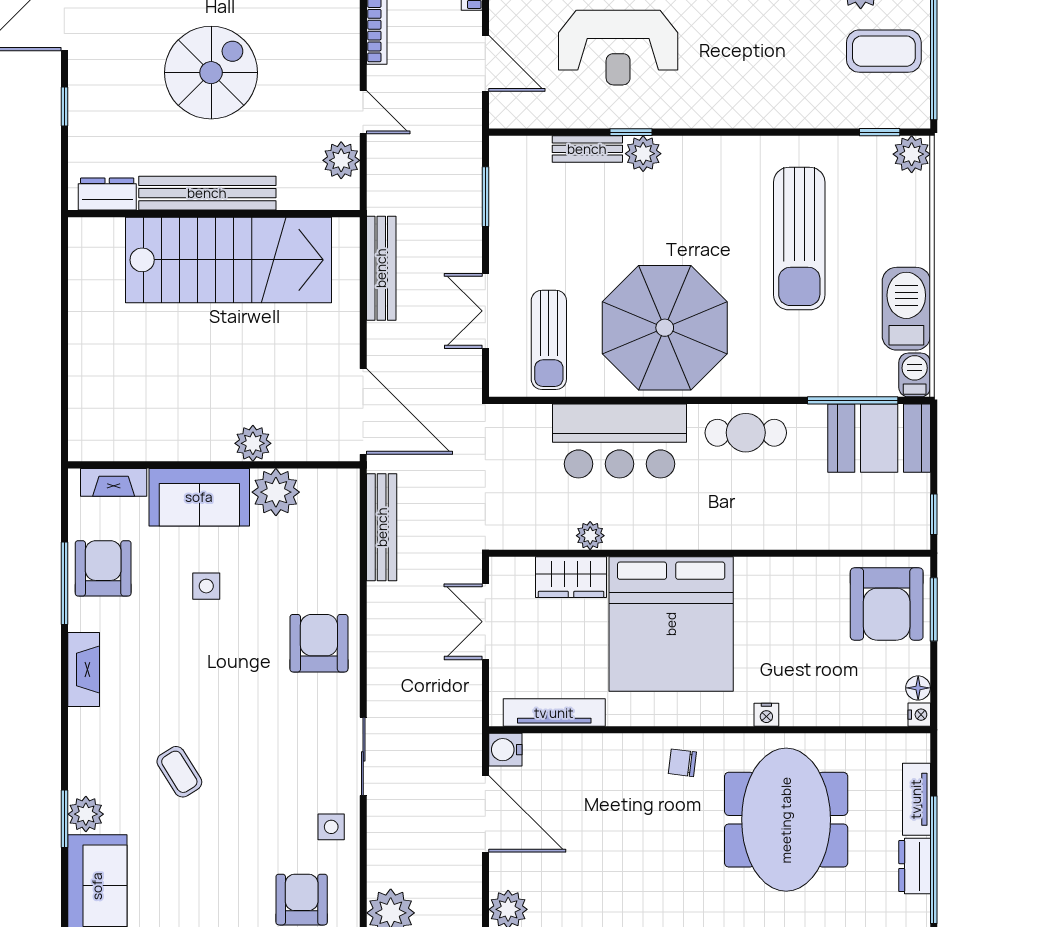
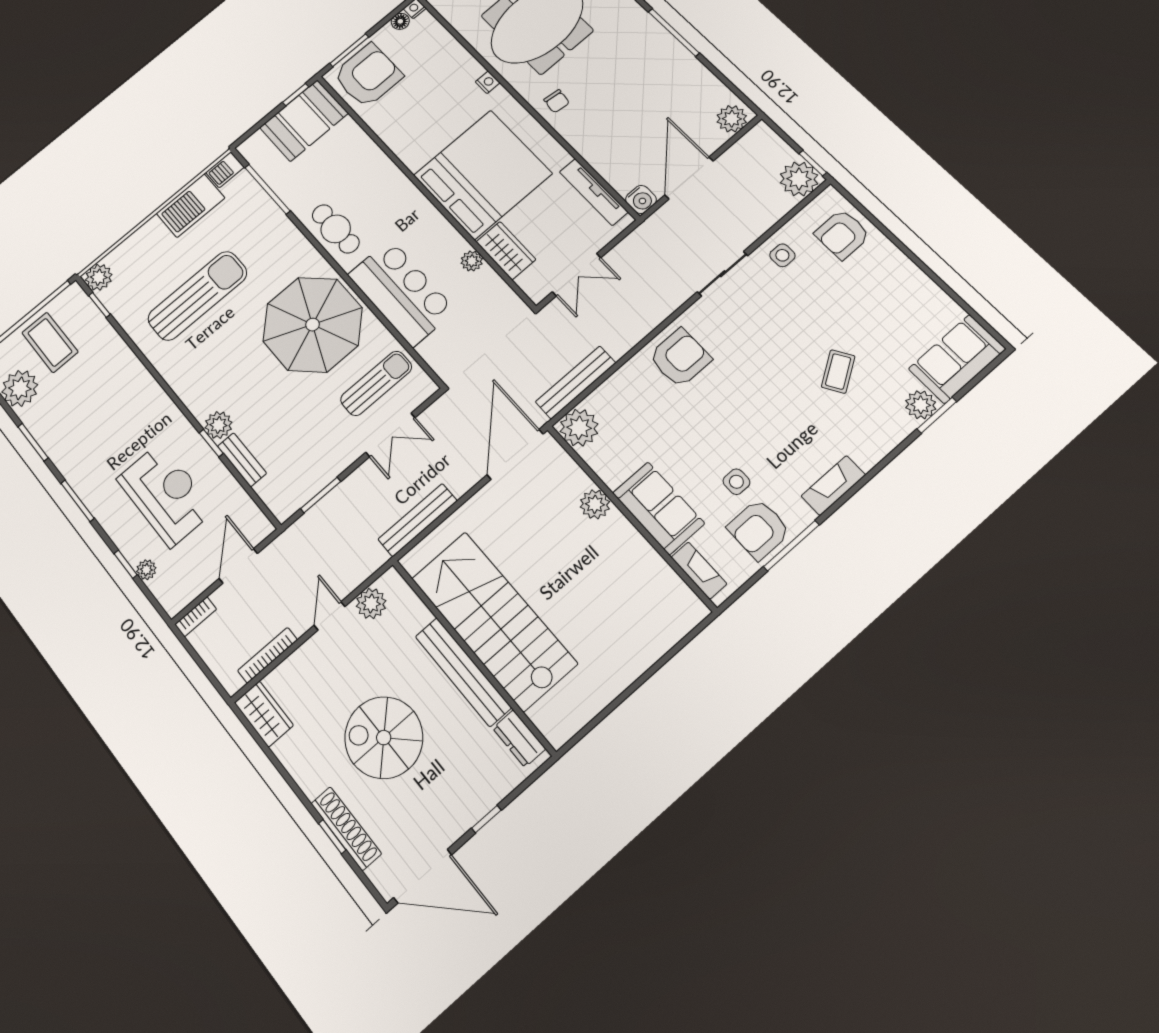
booth: (879, 438) -> (304, 121), moved, turned 90
plant: (276, 492) -> (579, 428), moved
side table: (206, 586) -> (736, 482), moved
armchair: (319, 643) -> (680, 358), turned 180

